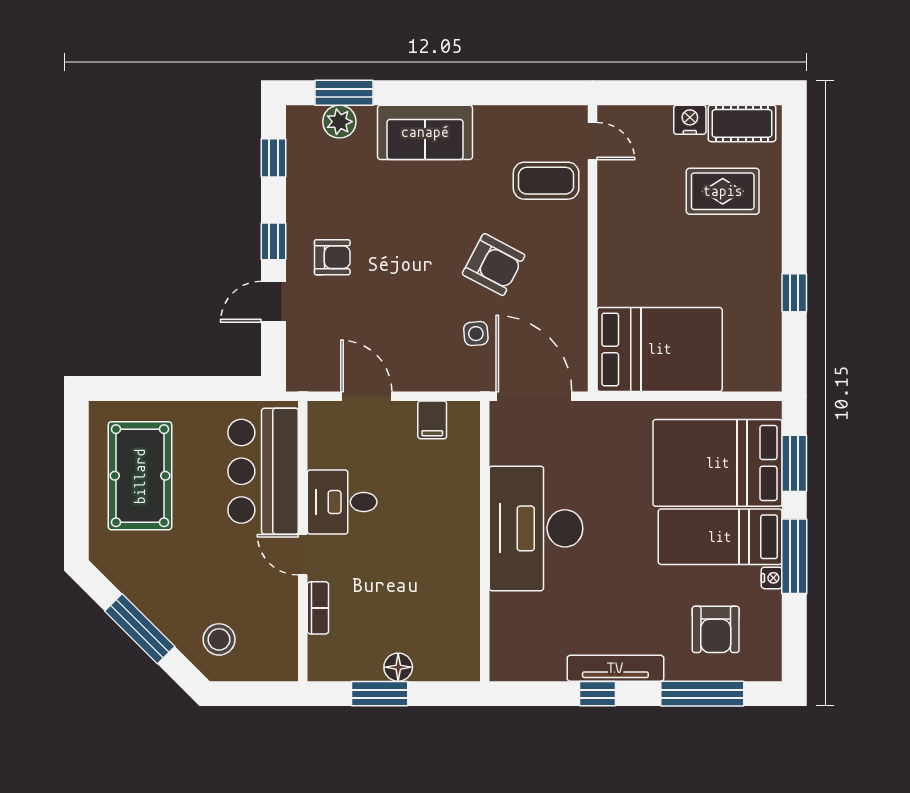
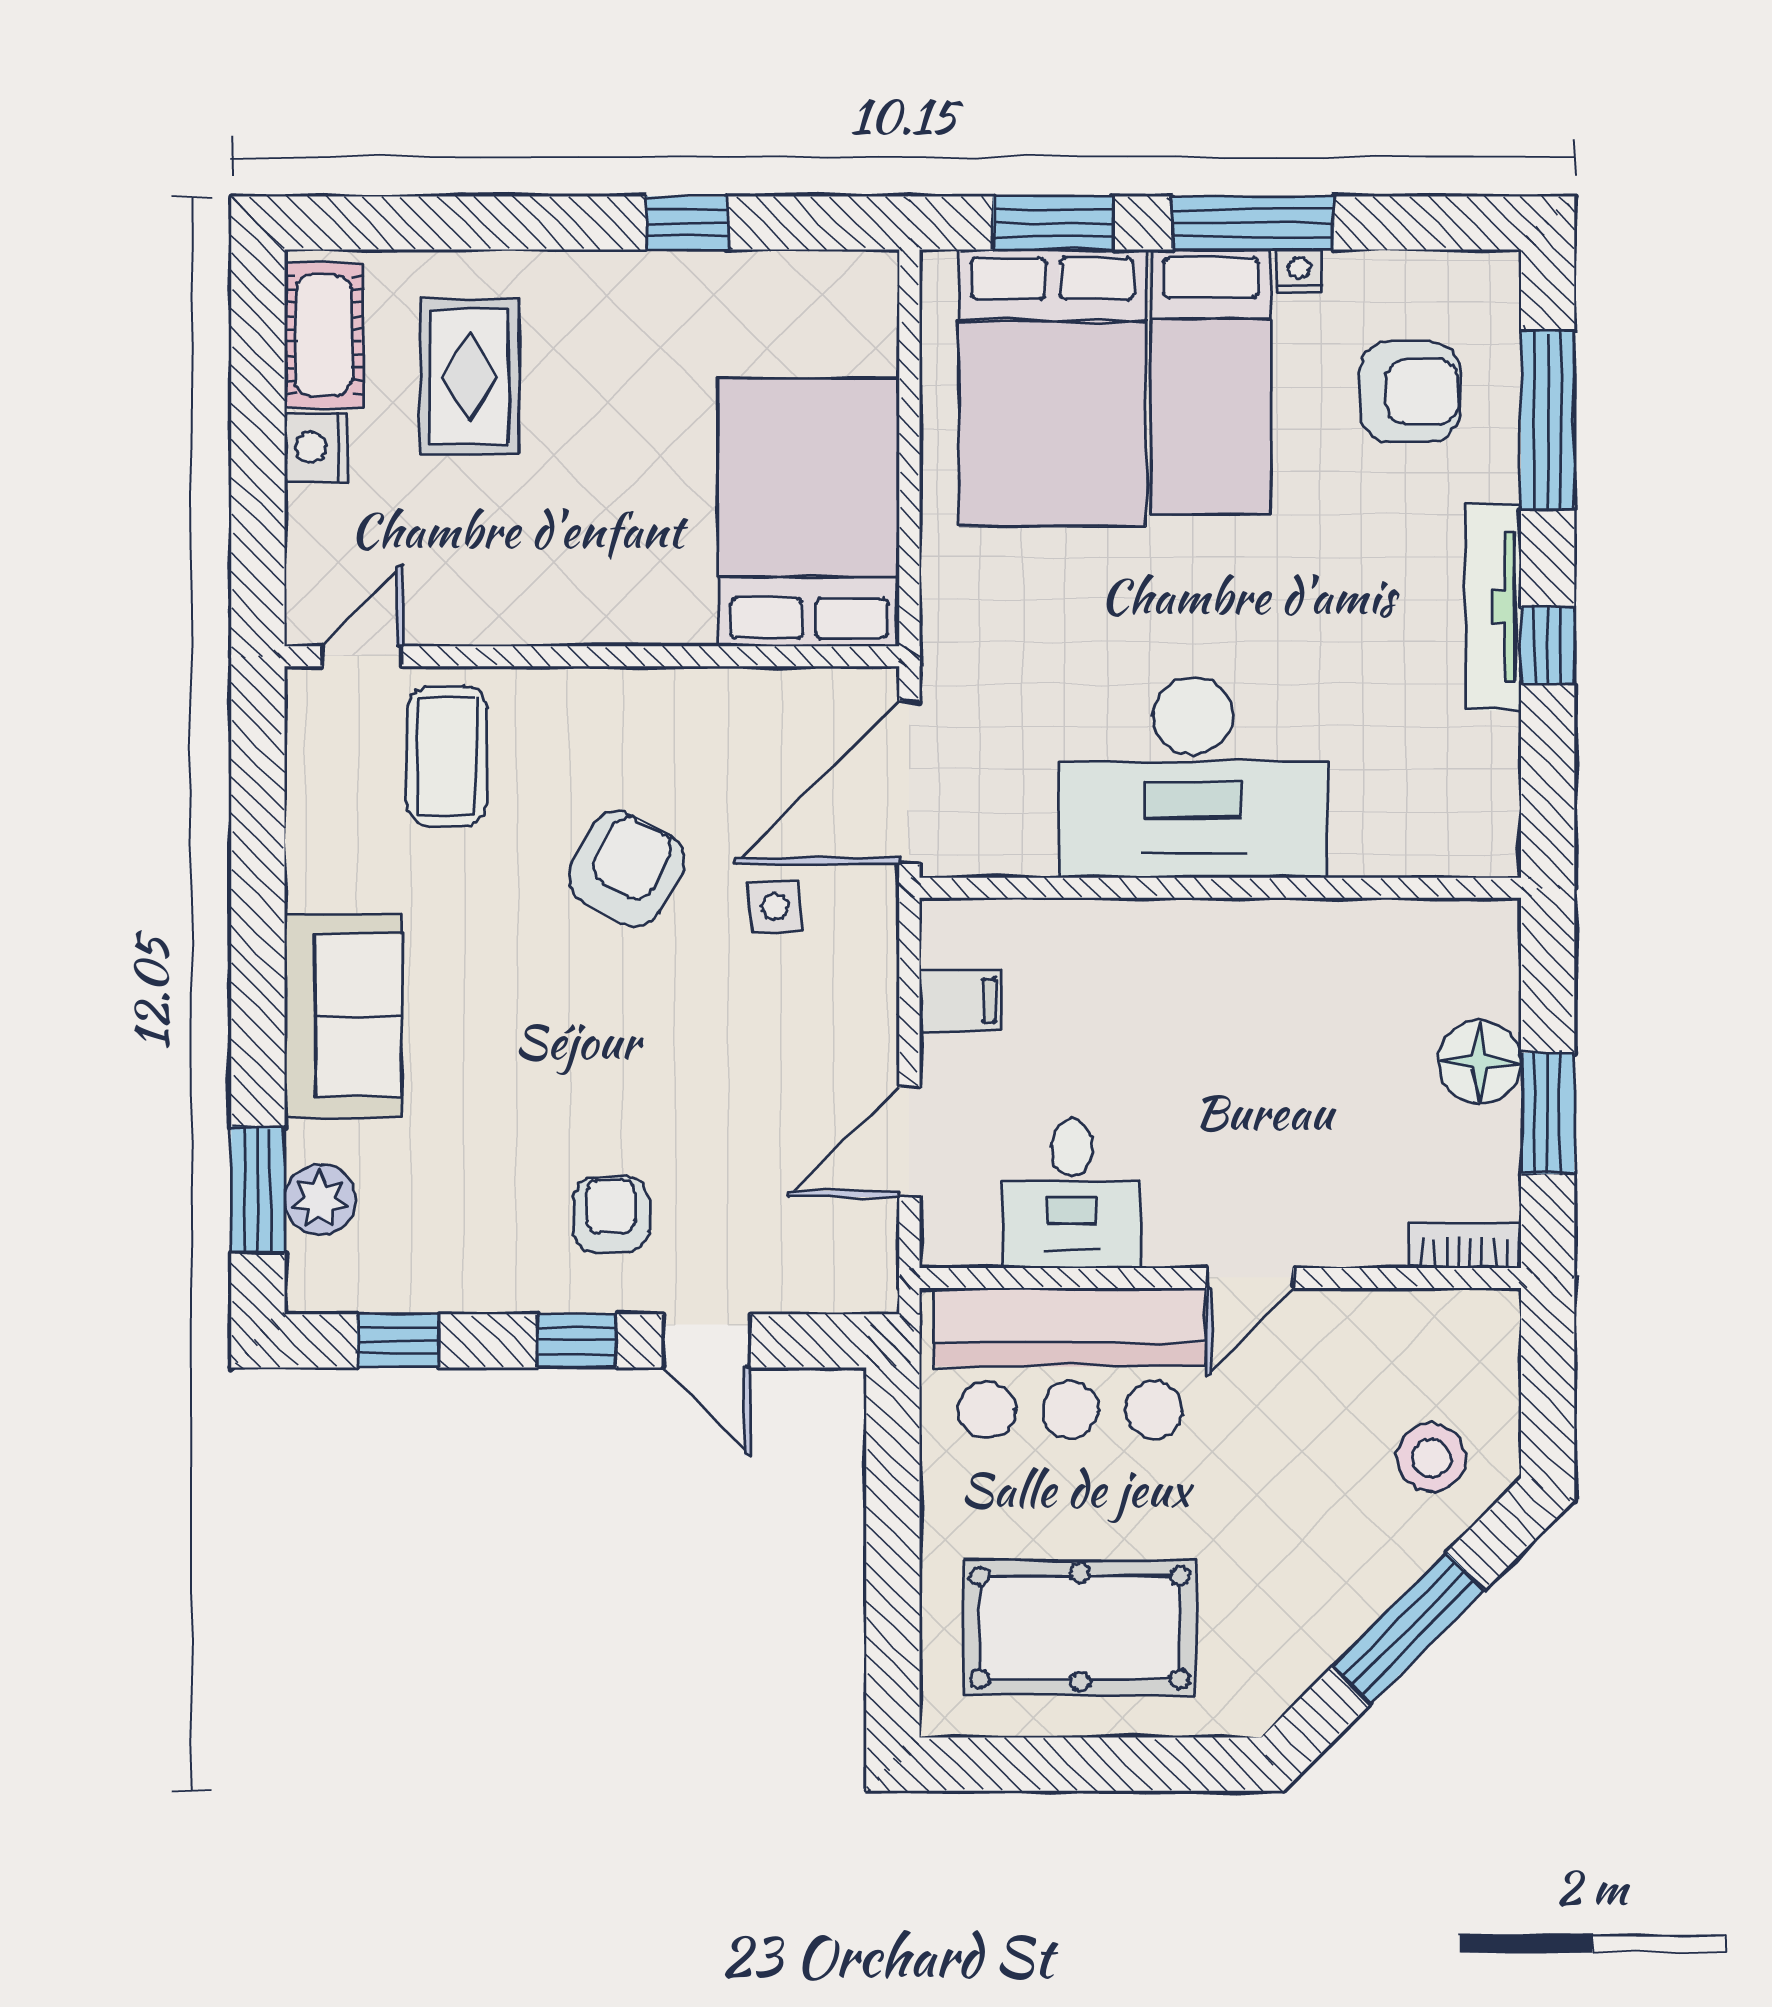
desk: (342, 502) -> (1072, 1194), moved
bookcase: (318, 608) -> (1465, 1246), moved
floor lamp: (398, 667) -> (1480, 1062), width x1.38, depth x1.38

